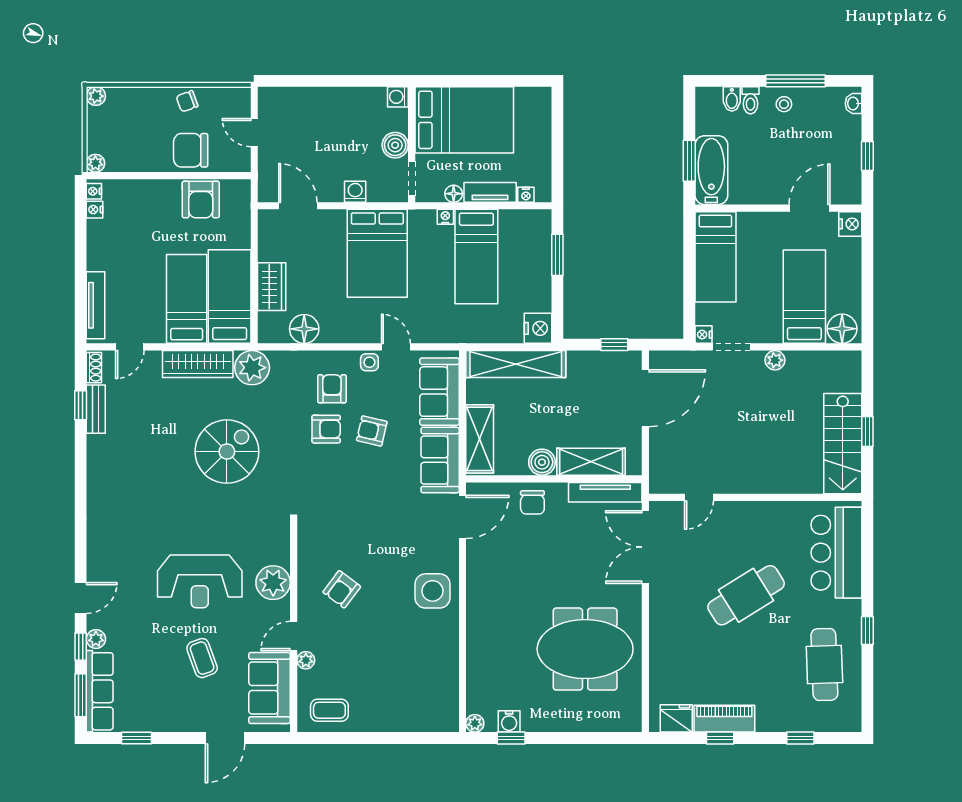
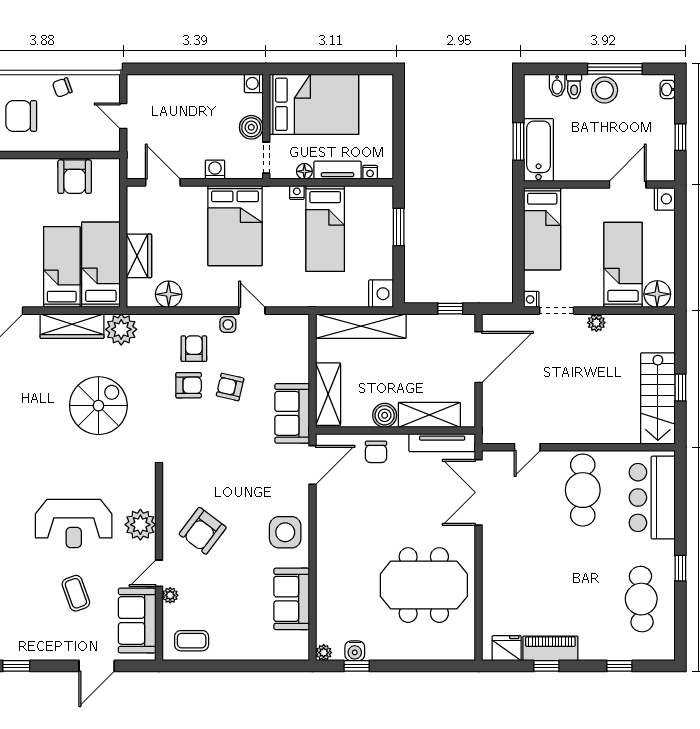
stool: (784, 104) -> (604, 90), width x1.89, depth x1.89
chair: (191, 150) -> (21, 116), moved
sofa: (439, 392) -> (292, 599), moved
armchair: (342, 589) -> (203, 531), width x1.38, depth x1.38
cafe table: (746, 595) -> (583, 490), moved, turned -58

